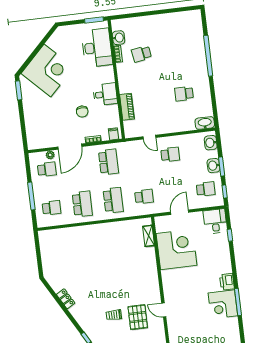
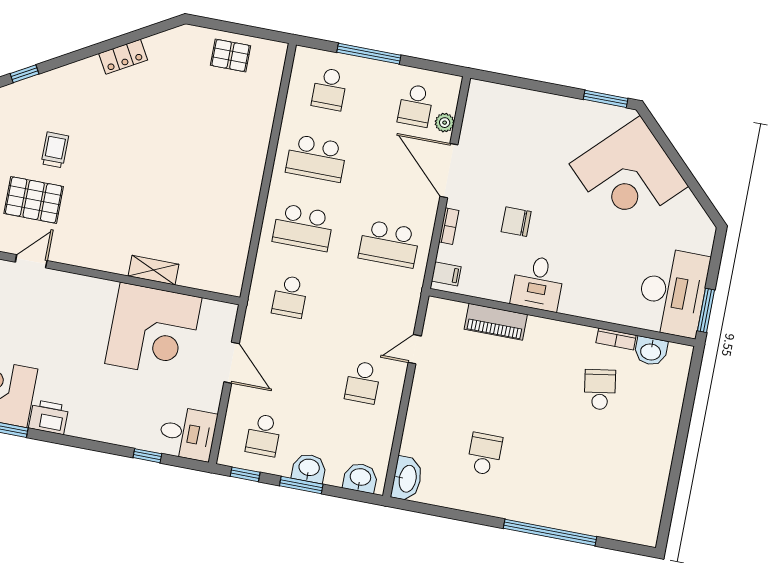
desk: (97, 48) -> (673, 292), moved, turned -90
shelving: (149, 236) -> (154, 270), moved
pallet: (51, 254) -> (231, 55), added

